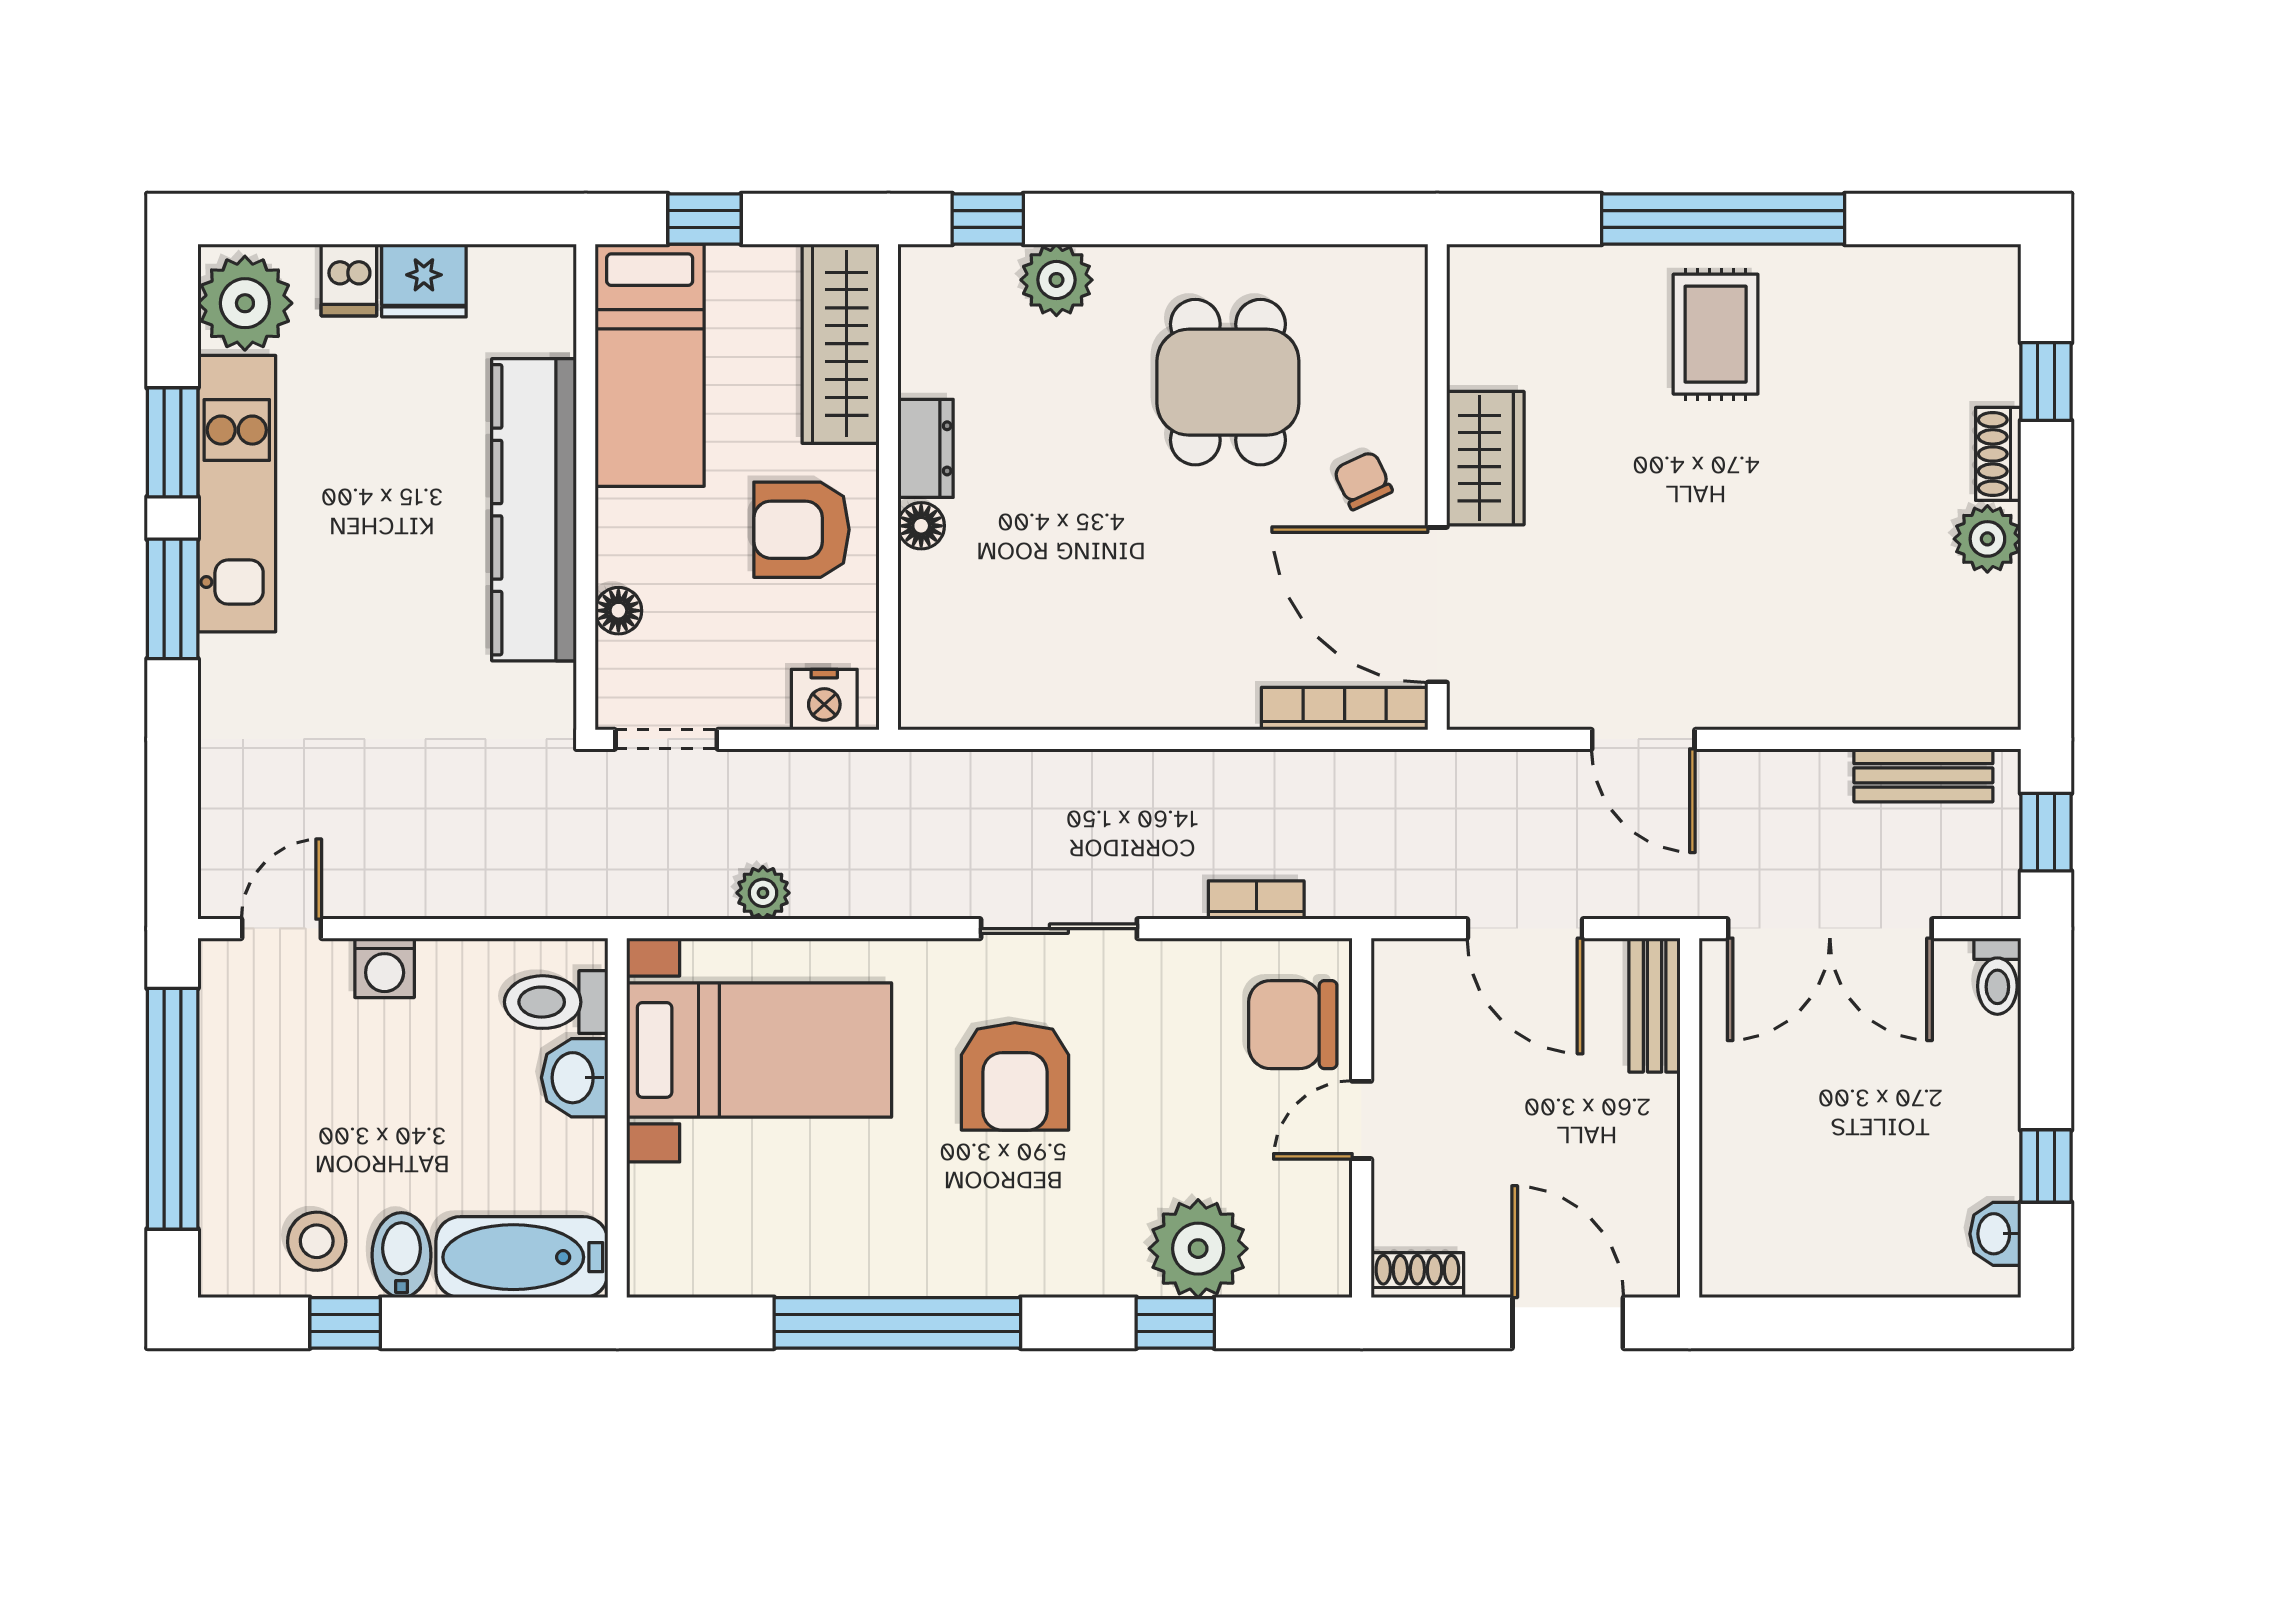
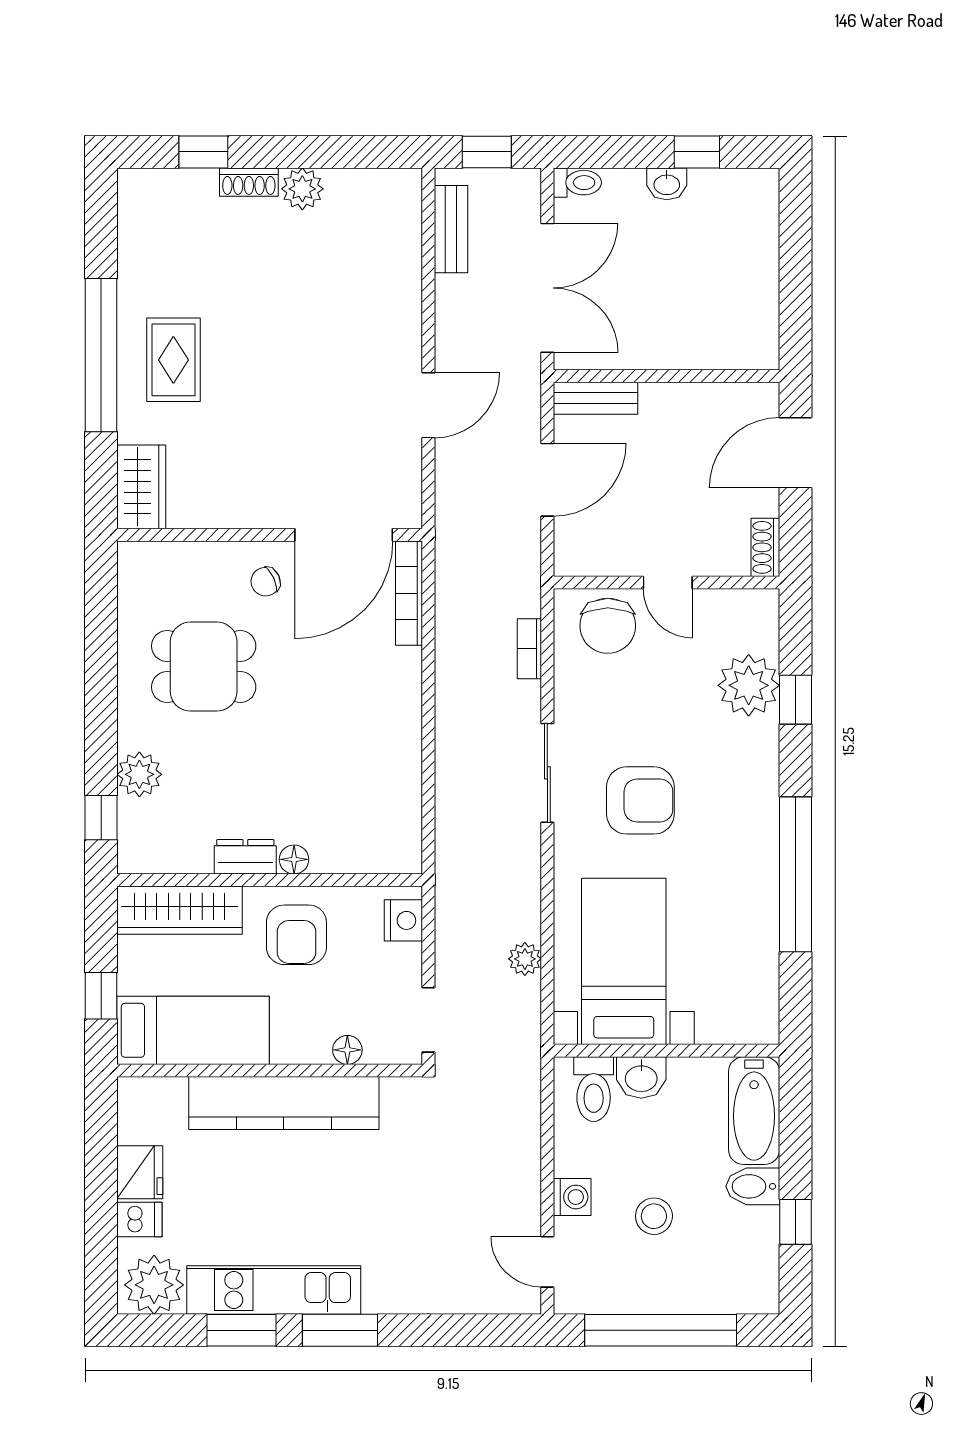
rug: (1716, 334) -> (173, 360), turned 90
wardrobe: (1485, 458) -> (141, 487), moved, turned 90
washbasin: (1995, 1234) -> (667, 184), moved
stool: (317, 1241) -> (654, 1216), moved

